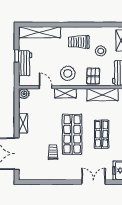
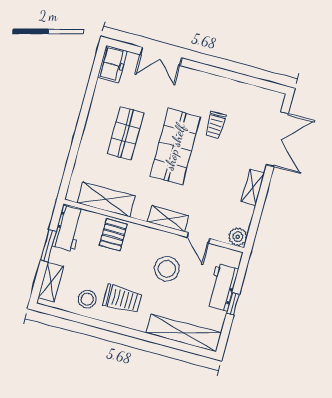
stool: (101, 51) -> (87, 299), moved
stool: (68, 73) -> (167, 269), moved

